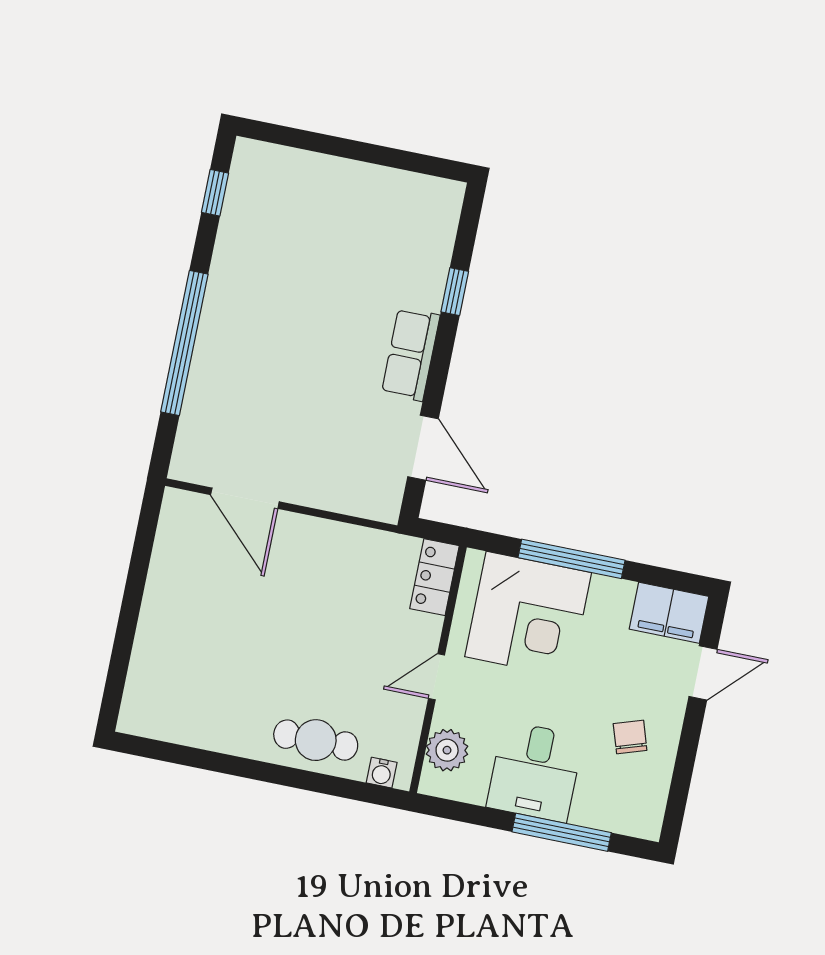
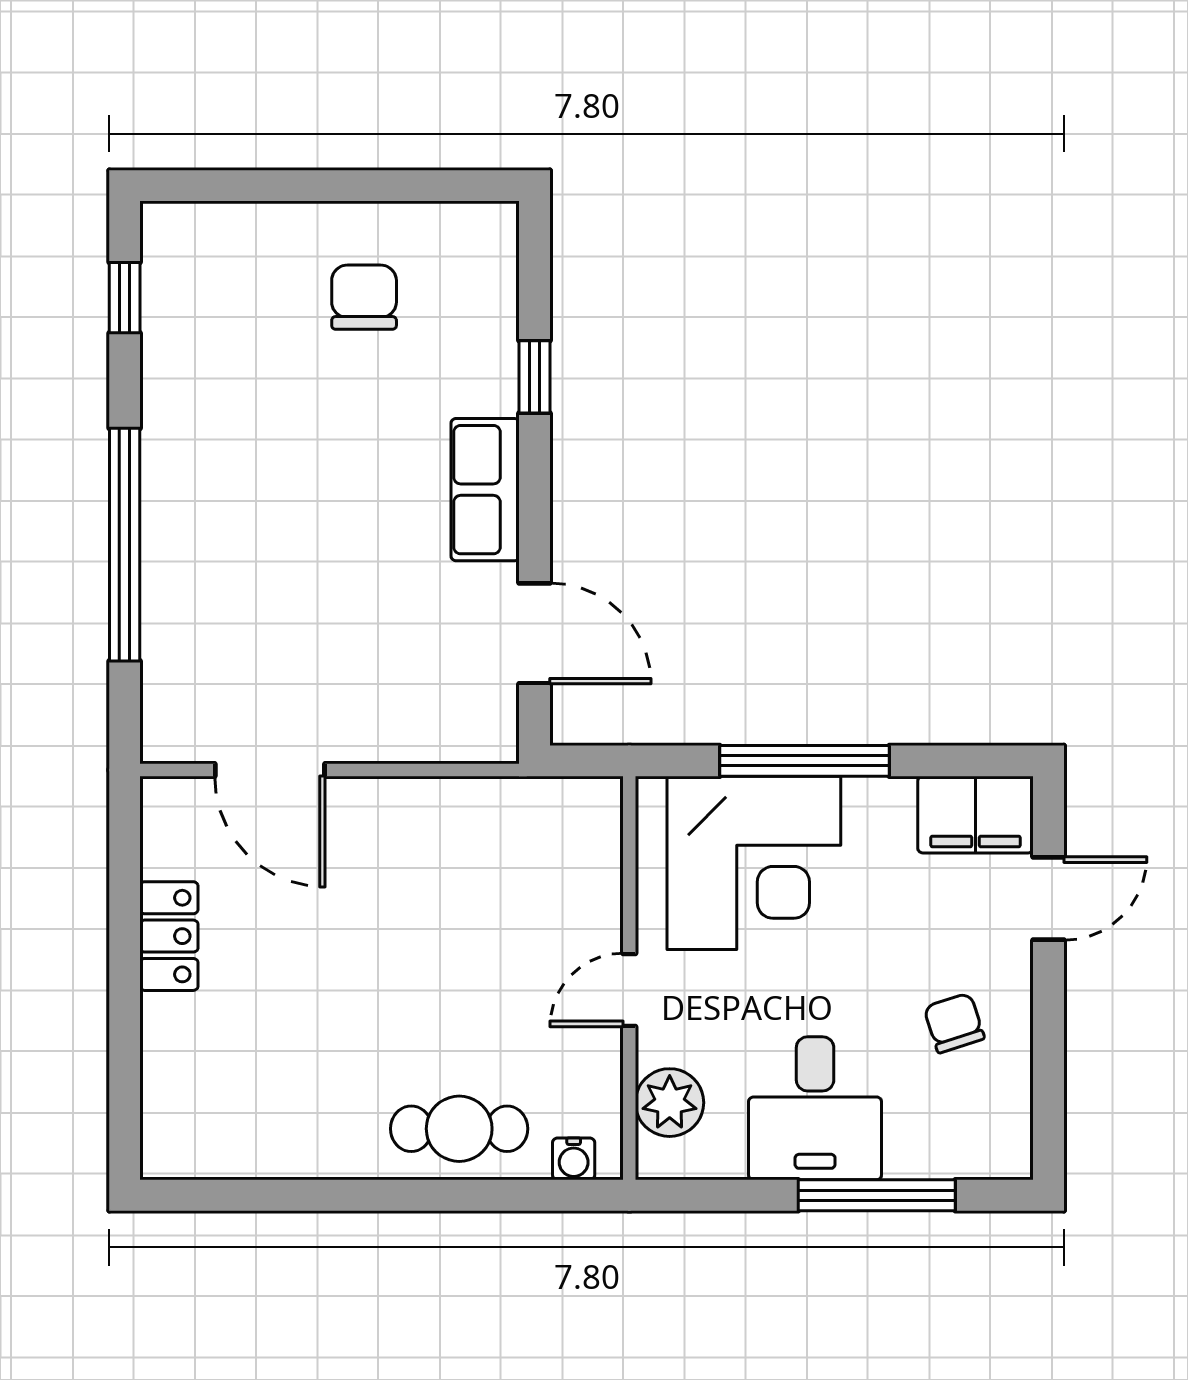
chair: (361, 222) -> (364, 297), added
locker: (434, 577) -> (169, 936), moved, turned 180

